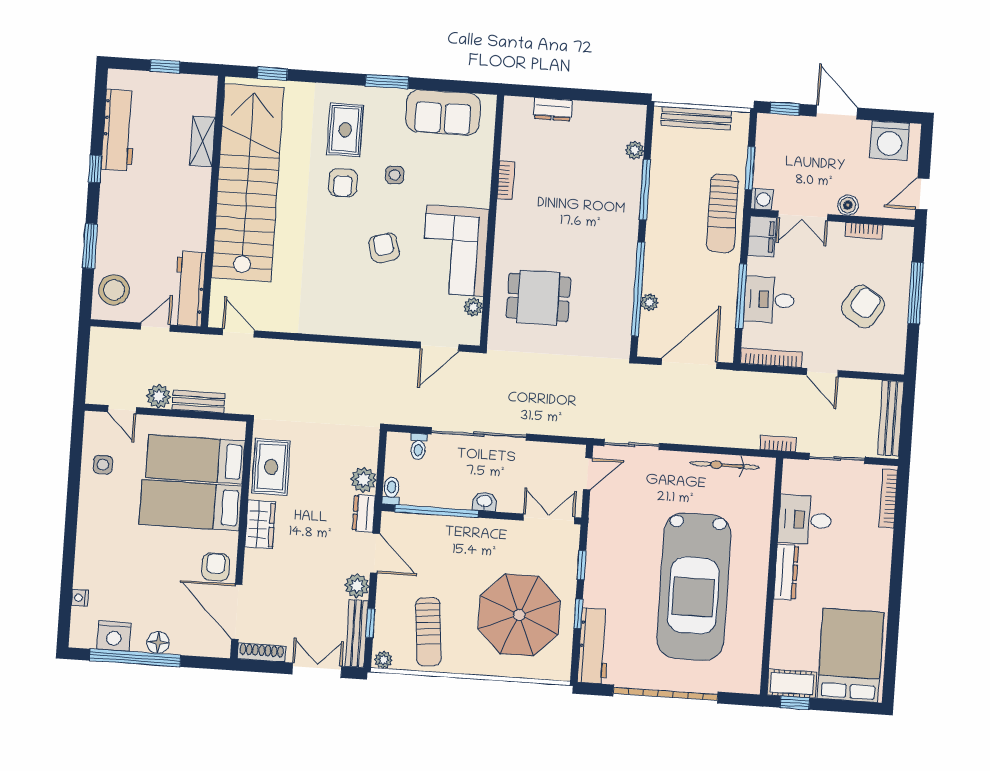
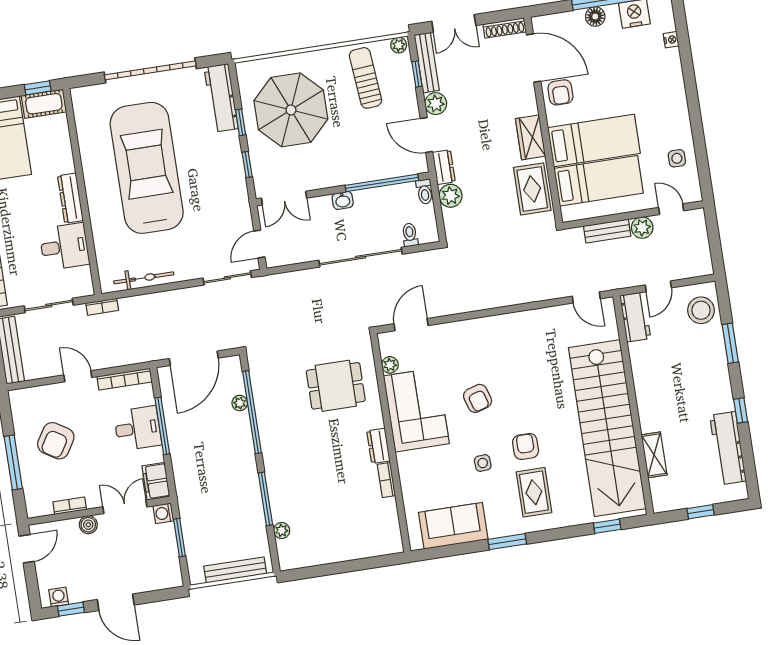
dresser: (553, 109) -> (378, 446), moved, turned -90
window: (785, 109) -> (71, 609), moved
washing machine: (890, 140) -> (59, 597), width x0.53, depth x0.53
sun lounger: (722, 213) -> (194, 493), removed
workbench: (190, 289) -> (635, 317), width x0.73

